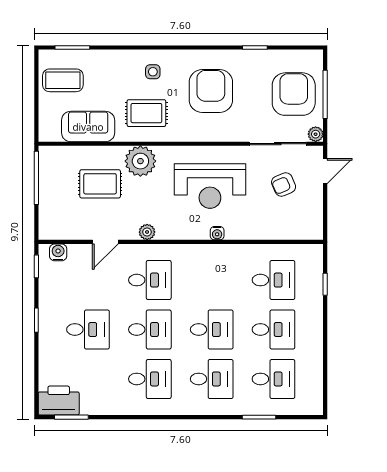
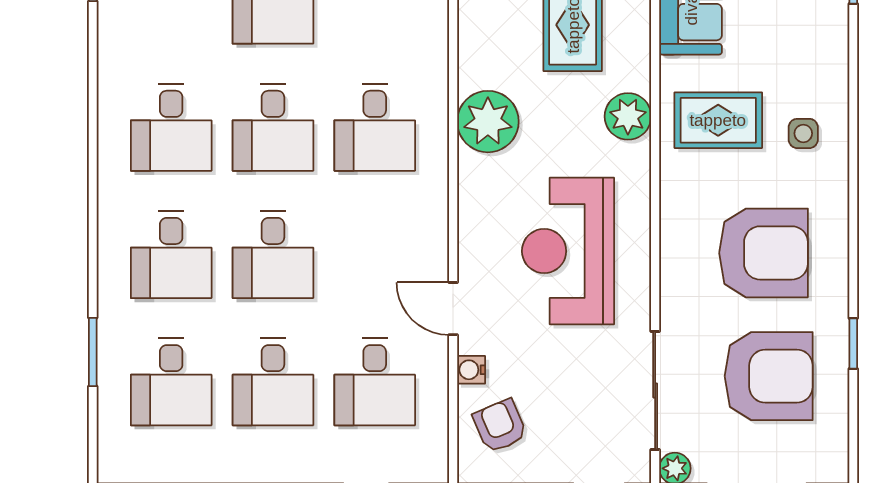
armchair: (294, 94) -> (769, 376), moved
rug: (146, 113) -> (718, 120), turned 90
plant: (140, 161) -> (628, 116), width x0.73, depth x0.73
armchair: (284, 184) -> (500, 426), moved
plant: (147, 232) -> (488, 122), width x1.87, depth x1.87
water cooler: (217, 233) -> (471, 370), moved
door: (105, 242) -> (453, 309), moved

